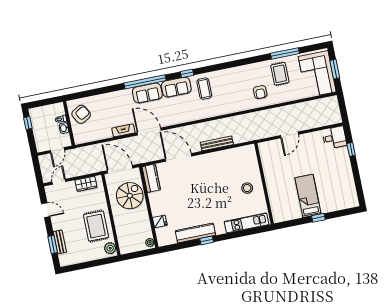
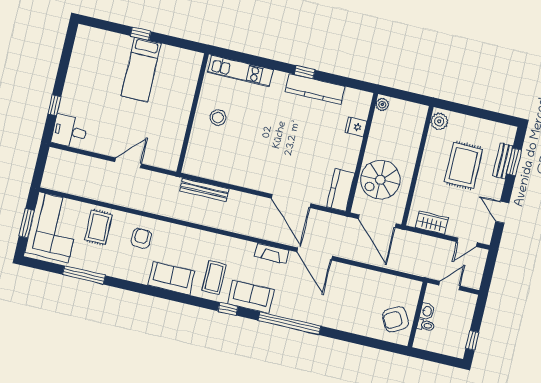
rug: (280, 74) -> (98, 227), moved
sofa: (147, 93) -> (171, 278), moved
fireplace: (123, 130) -> (272, 253), moved
bench: (217, 143) -> (204, 190), moved
rug: (96, 226) -> (464, 166), moved

